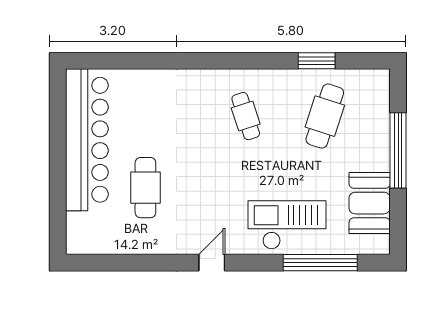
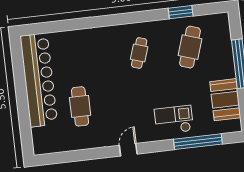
cafe table: (246, 116) -> (139, 53), turned 36
checkout: (287, 225) -> (174, 120), width x0.73, depth x0.83

